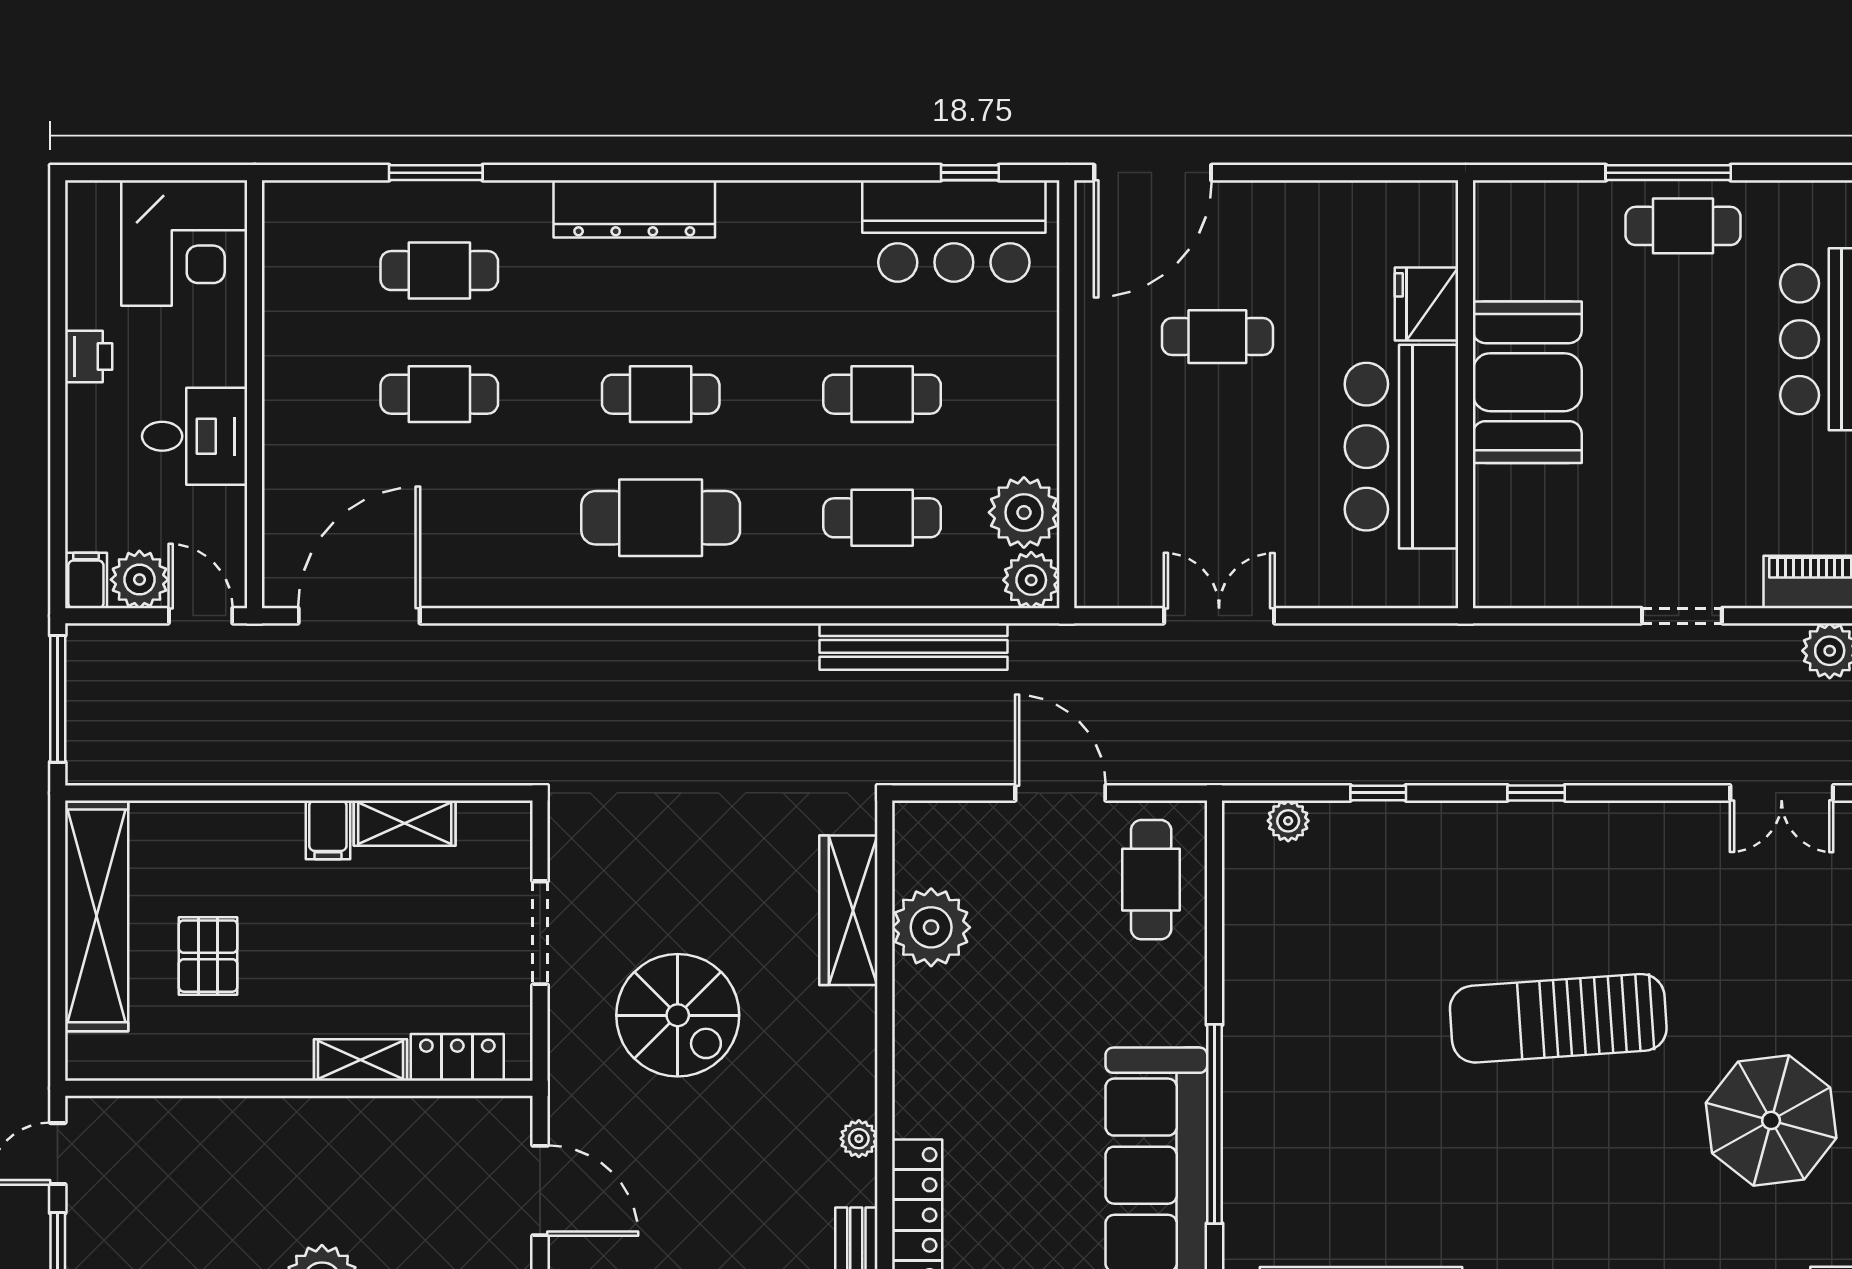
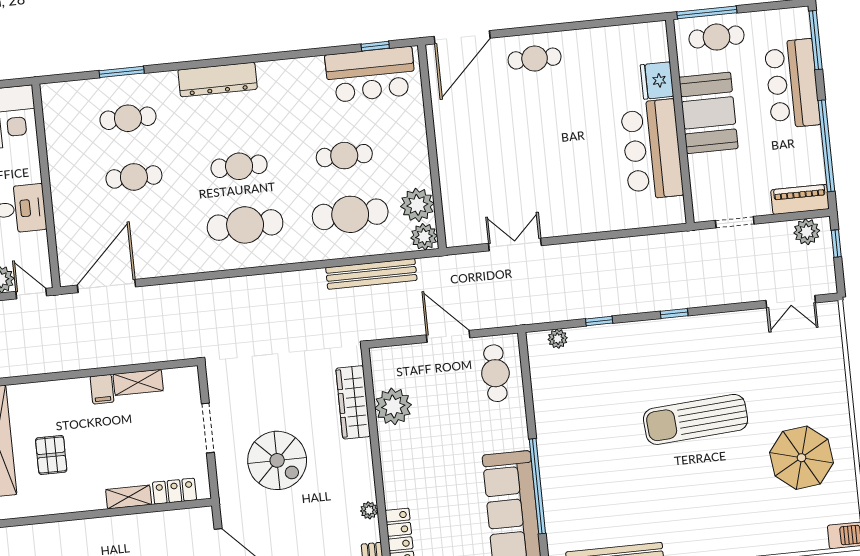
fridge: (1427, 304) -> (657, 81), moved
cafe table: (1217, 337) -> (535, 59), moved
booth: (1527, 382) -> (709, 113), moved
wall: (1466, 394) -> (680, 121), moved
bar counter: (1402, 447) -> (652, 150), moved
cafe table: (882, 518) -> (350, 214), width x1.37, depth x1.35

